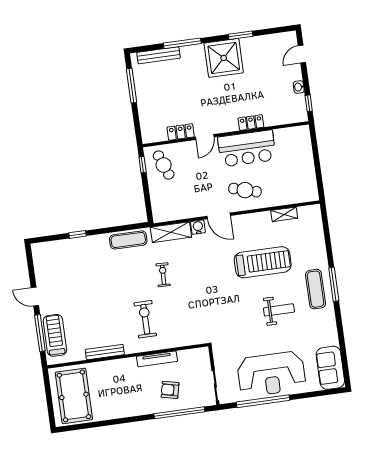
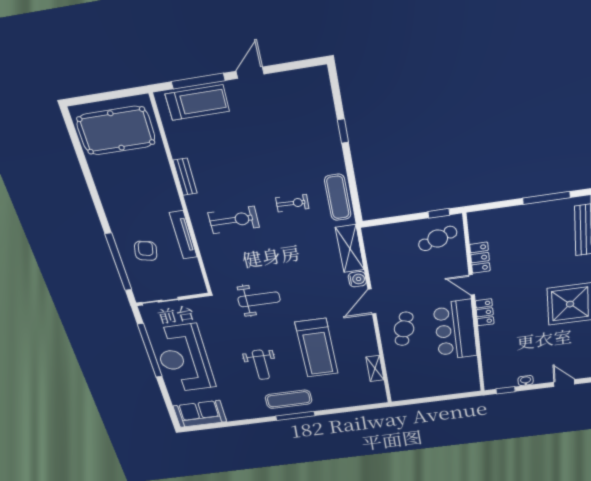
locker: (251, 123) -> (485, 312), moved
exercise bike: (163, 275) -> (292, 203), moved
weight bench: (215, 306) -> (259, 299), added
bench: (105, 352) -> (185, 177), width x0.73

